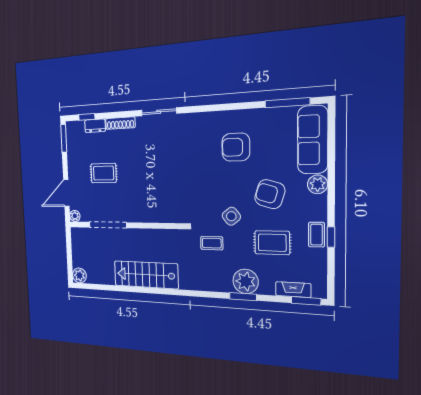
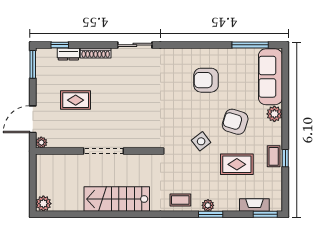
doorway: (108, 225) -> (103, 151), moved
coffee table: (212, 243) -> (180, 200), moved
plant: (246, 281) -> (208, 205), width x0.53, depth x0.53

